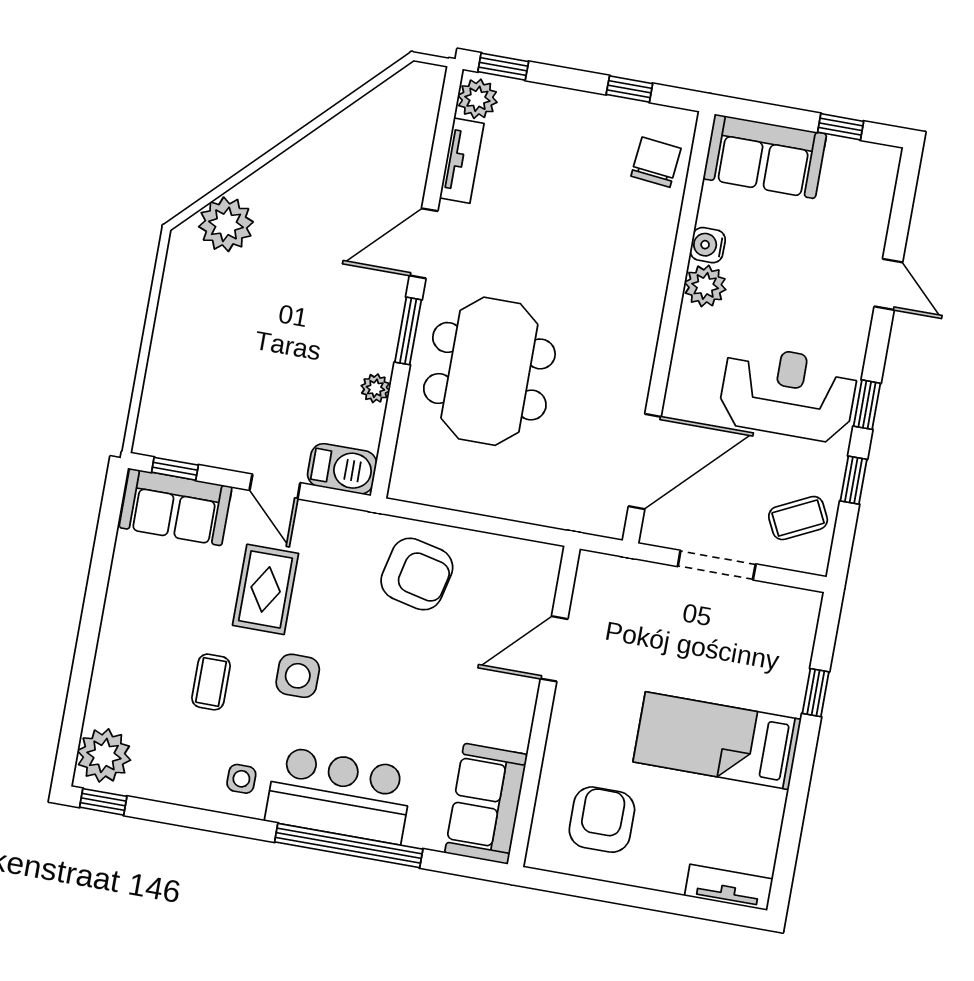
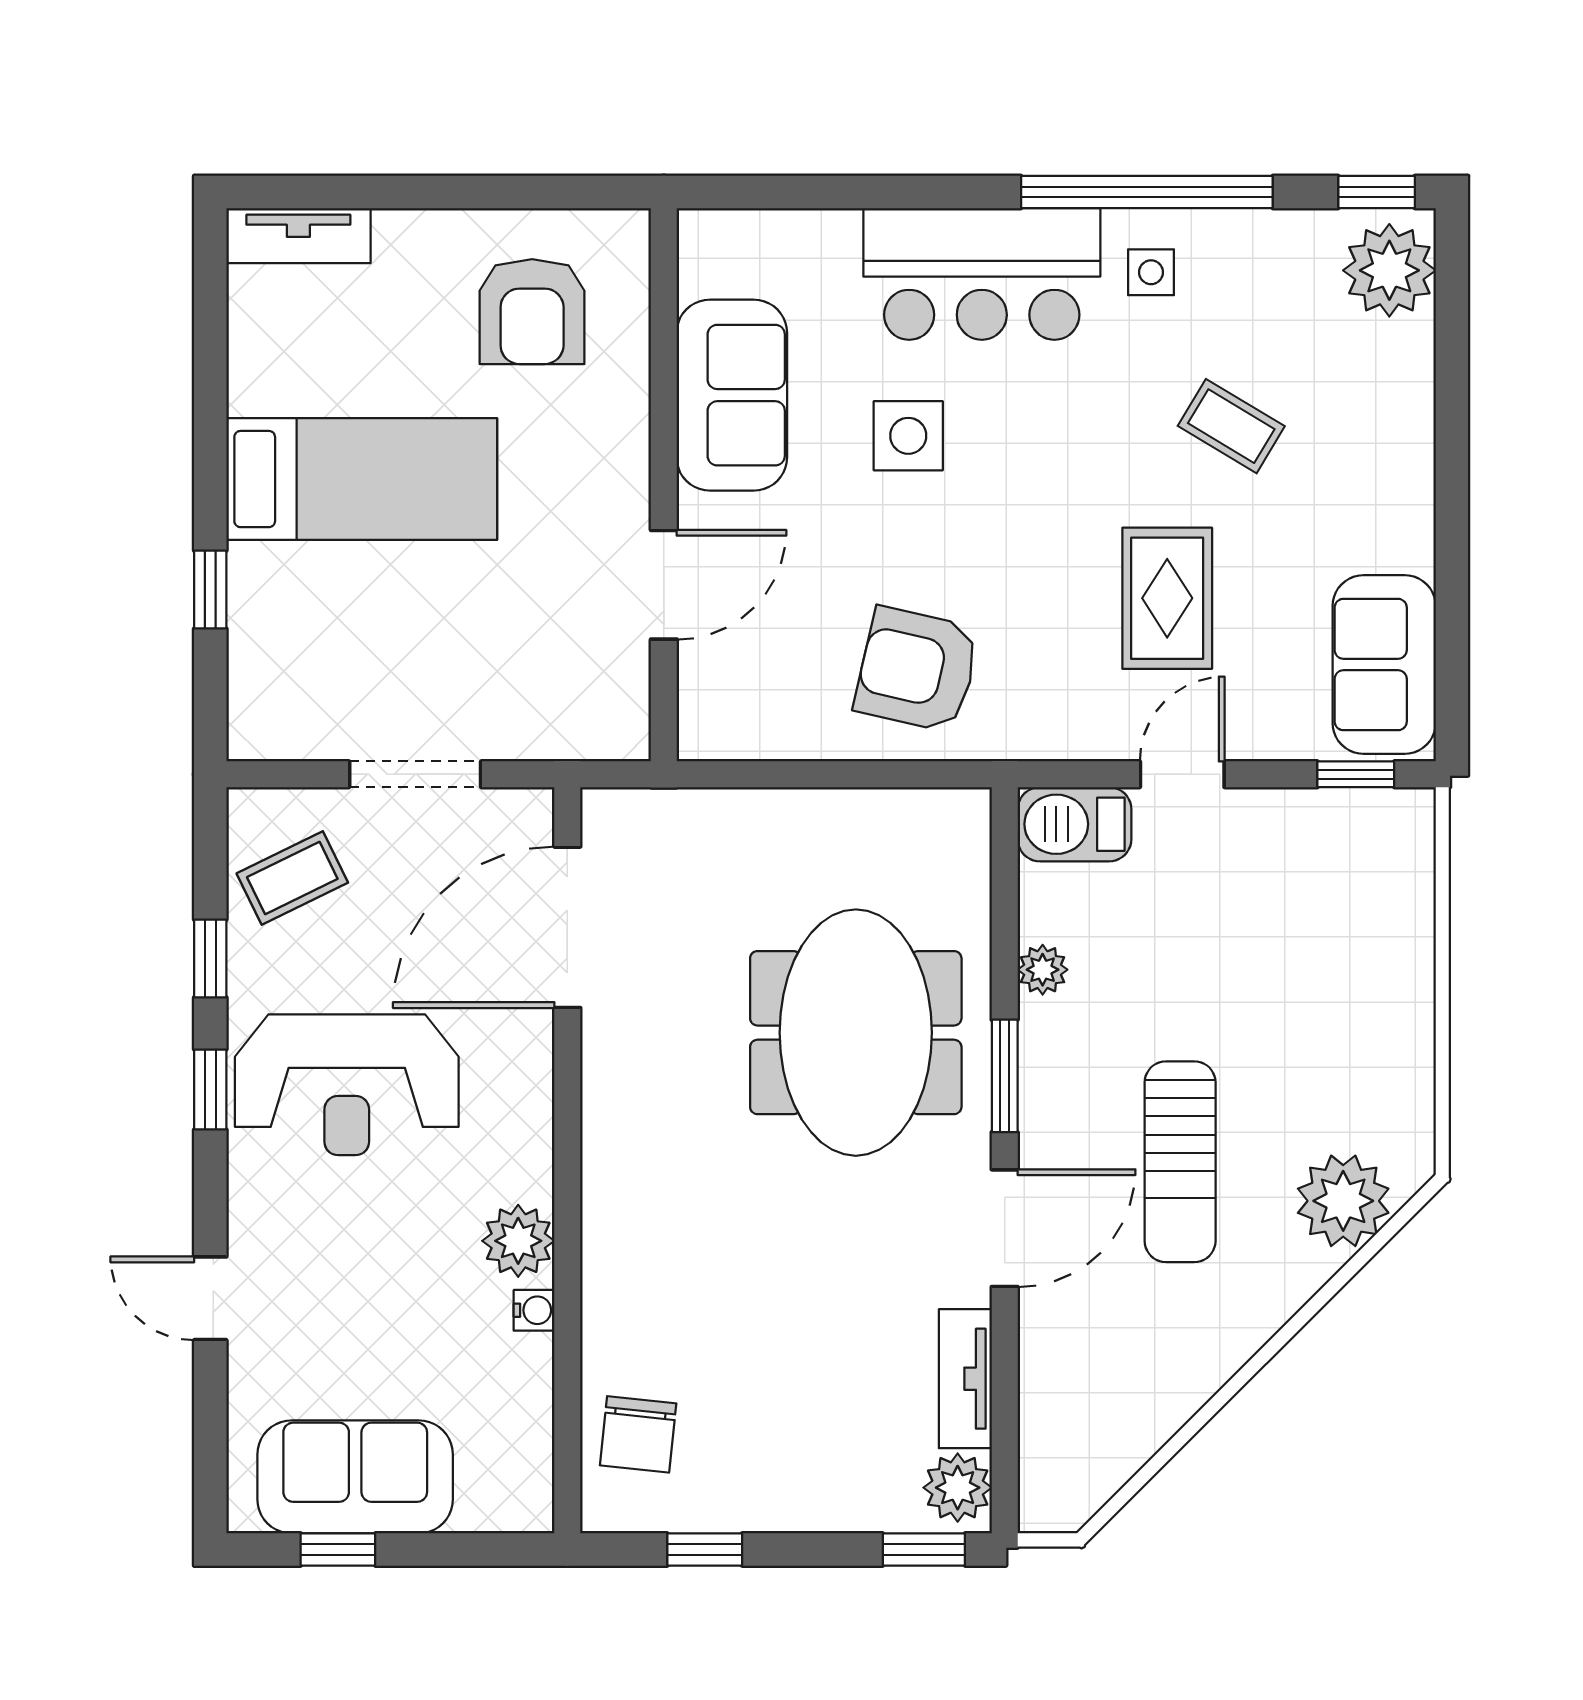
sofa: (765, 156) -> (355, 1477), moved
water cooler: (708, 245) -> (534, 1310), width x0.72, depth x0.72
sun lounger: (316, 264) -> (1180, 1162), added
door: (275, 487) -> (1182, 774), hinge flipped
sofa: (176, 507) -> (1384, 665), moved, turned -90
side table: (298, 676) -> (908, 436), moved
coffee table: (211, 682) -> (1231, 426), turned -59
sofa: (486, 804) -> (732, 395), moved
window: (349, 846) -> (1147, 192), moved

